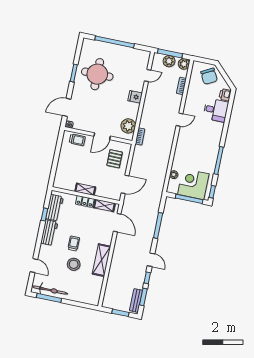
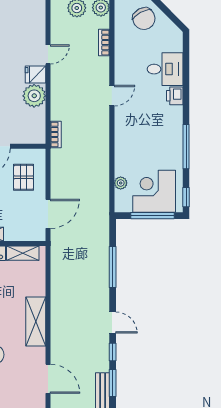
door: (148, 75) -> (48, 54), moved
printer: (225, 95) -> (175, 96), moved
plant: (128, 126) -> (34, 96), moved
door: (117, 223) -> (48, 379), moved
shelving: (101, 260) -> (36, 321), moved

